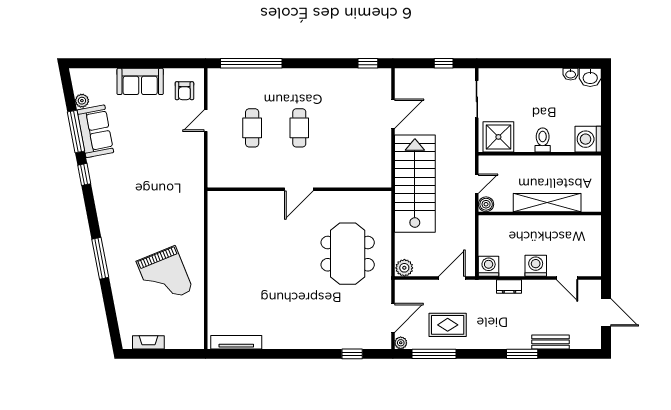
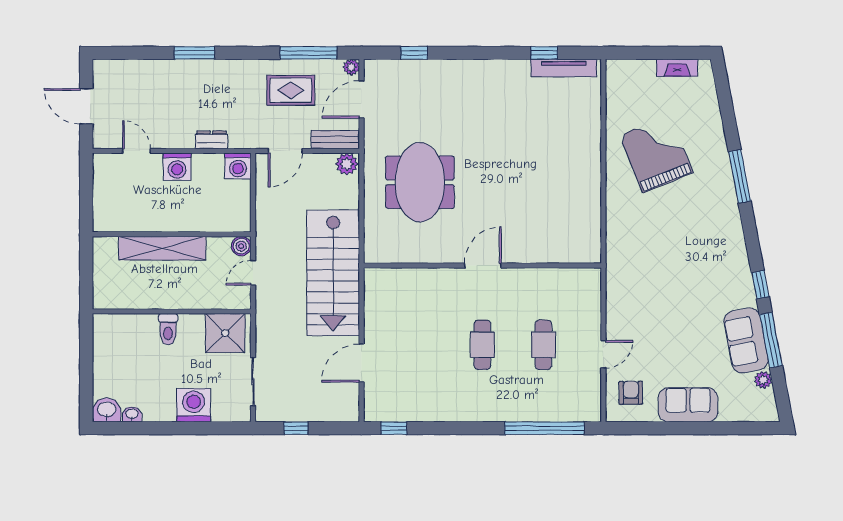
washing machine: (588, 139) -> (194, 405), moved, turned -90
bench: (551, 342) -> (335, 140), moved
window: (251, 354) -> (544, 53), added

